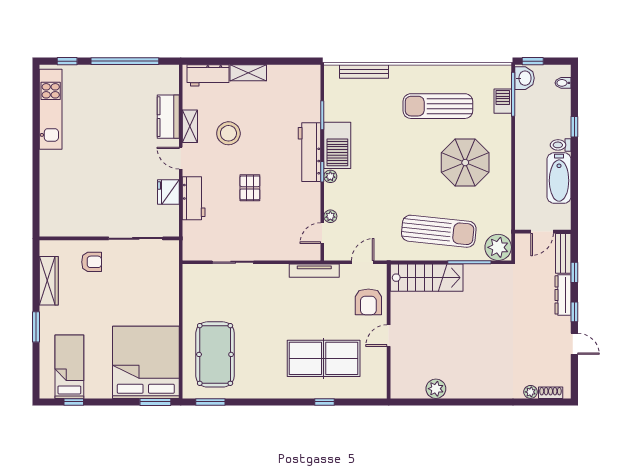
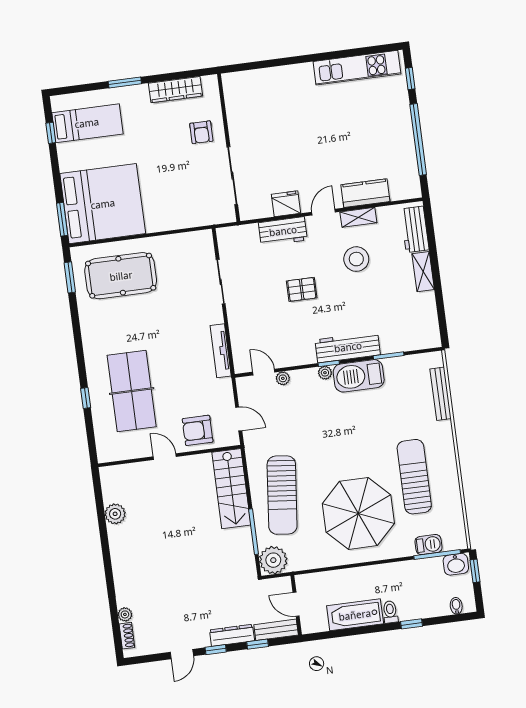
parasol: (465, 163) -> (358, 513), width x1.36, depth x1.36
tv unit: (314, 271) -> (221, 351), moved

